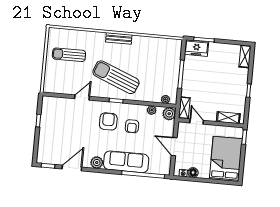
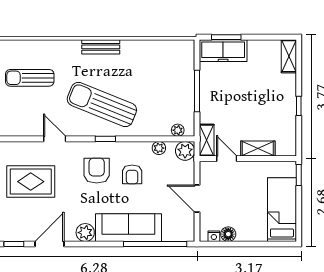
freezer: (197, 48) -> (223, 51), width x1.40
door: (82, 98) -> (55, 139), hinge flipped
shelving: (228, 118) -> (258, 149), moved
rug: (63, 125) -> (31, 182), added
bed: (226, 159) -> (282, 210), width x0.67

